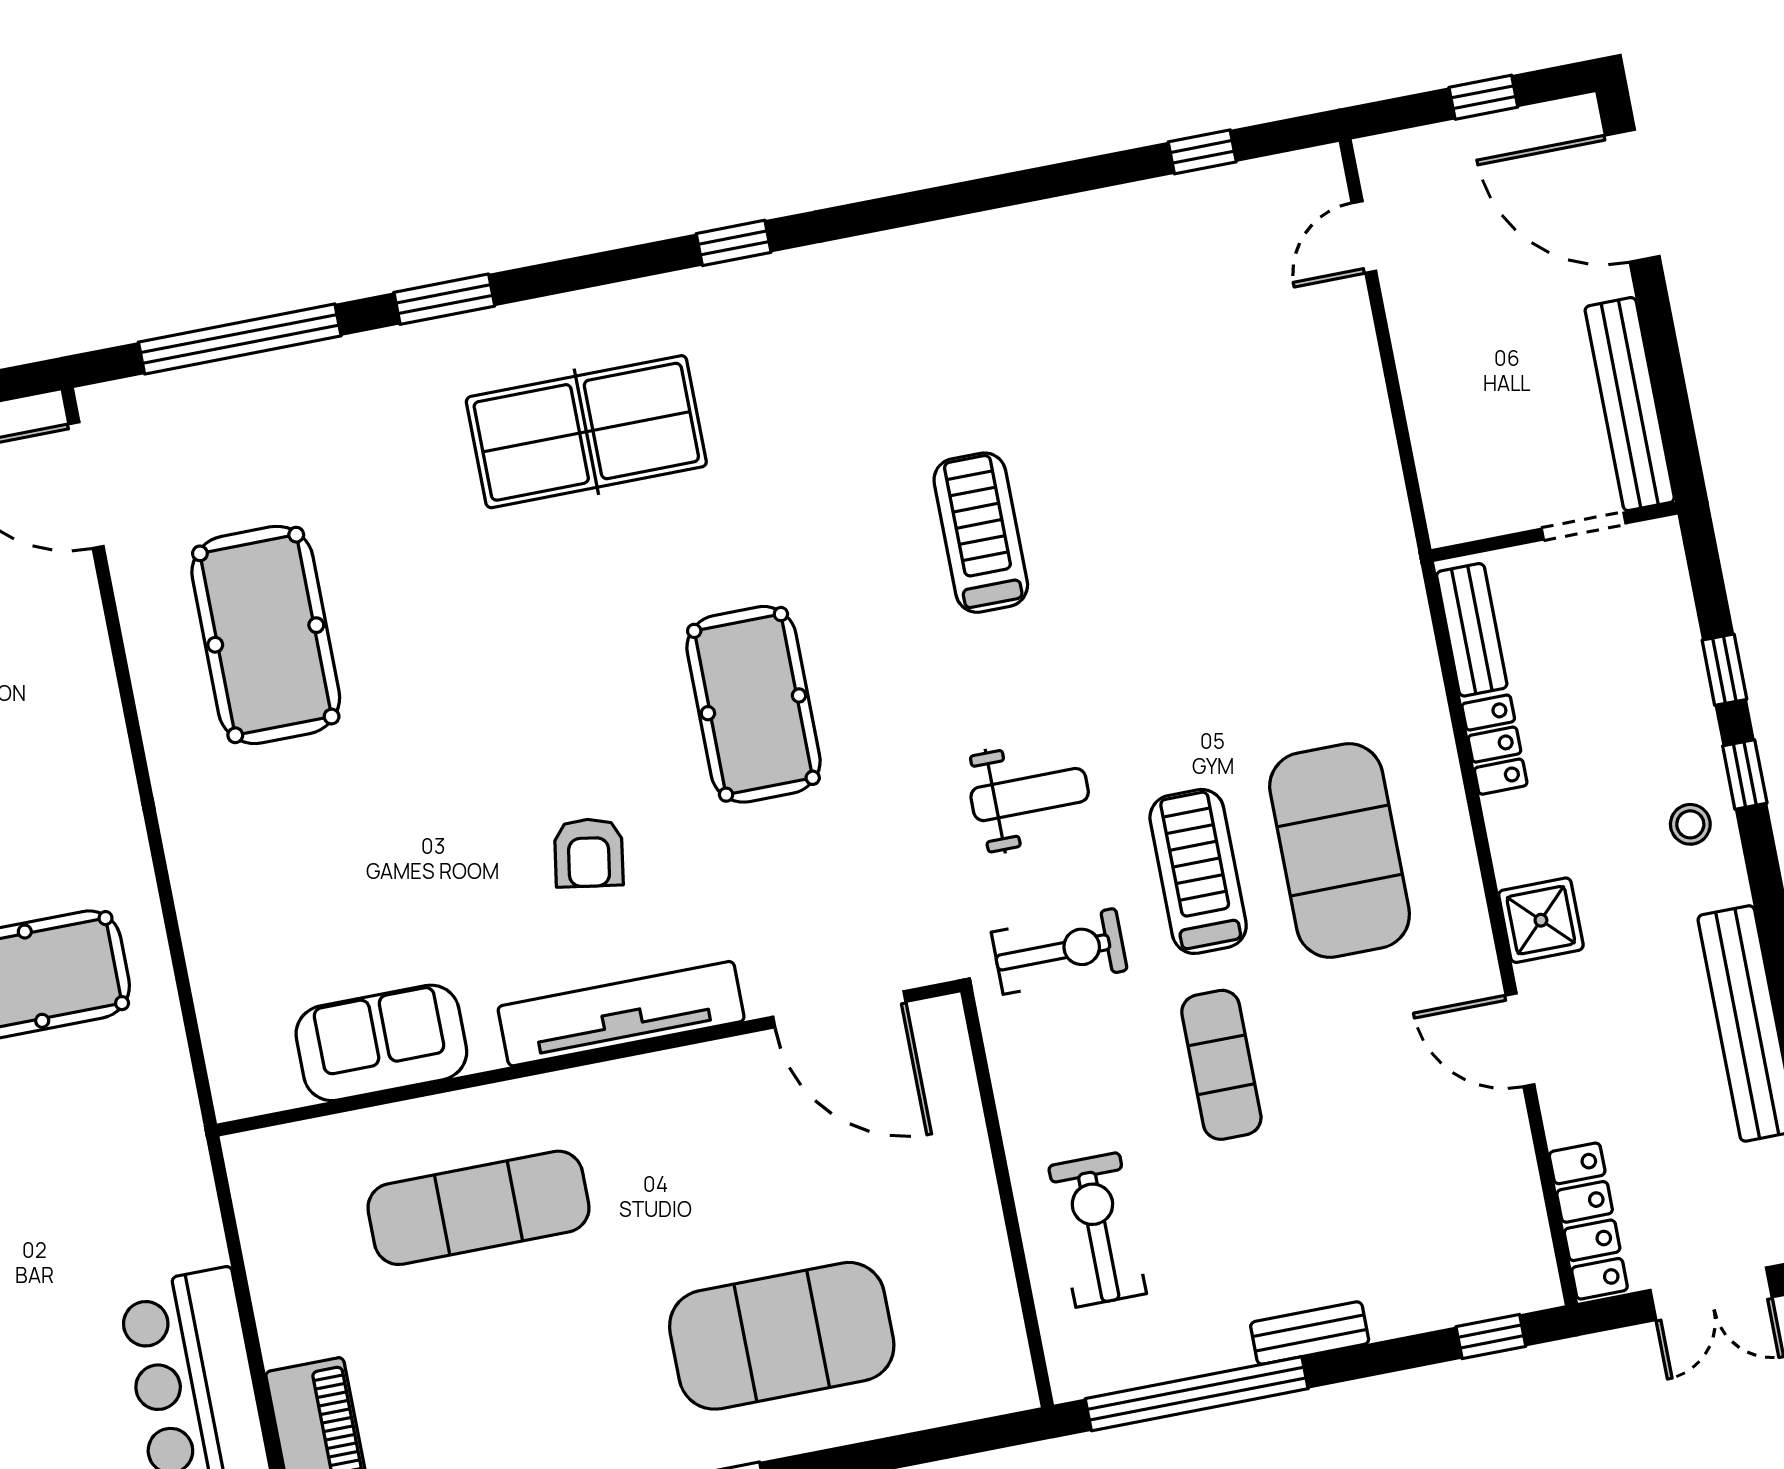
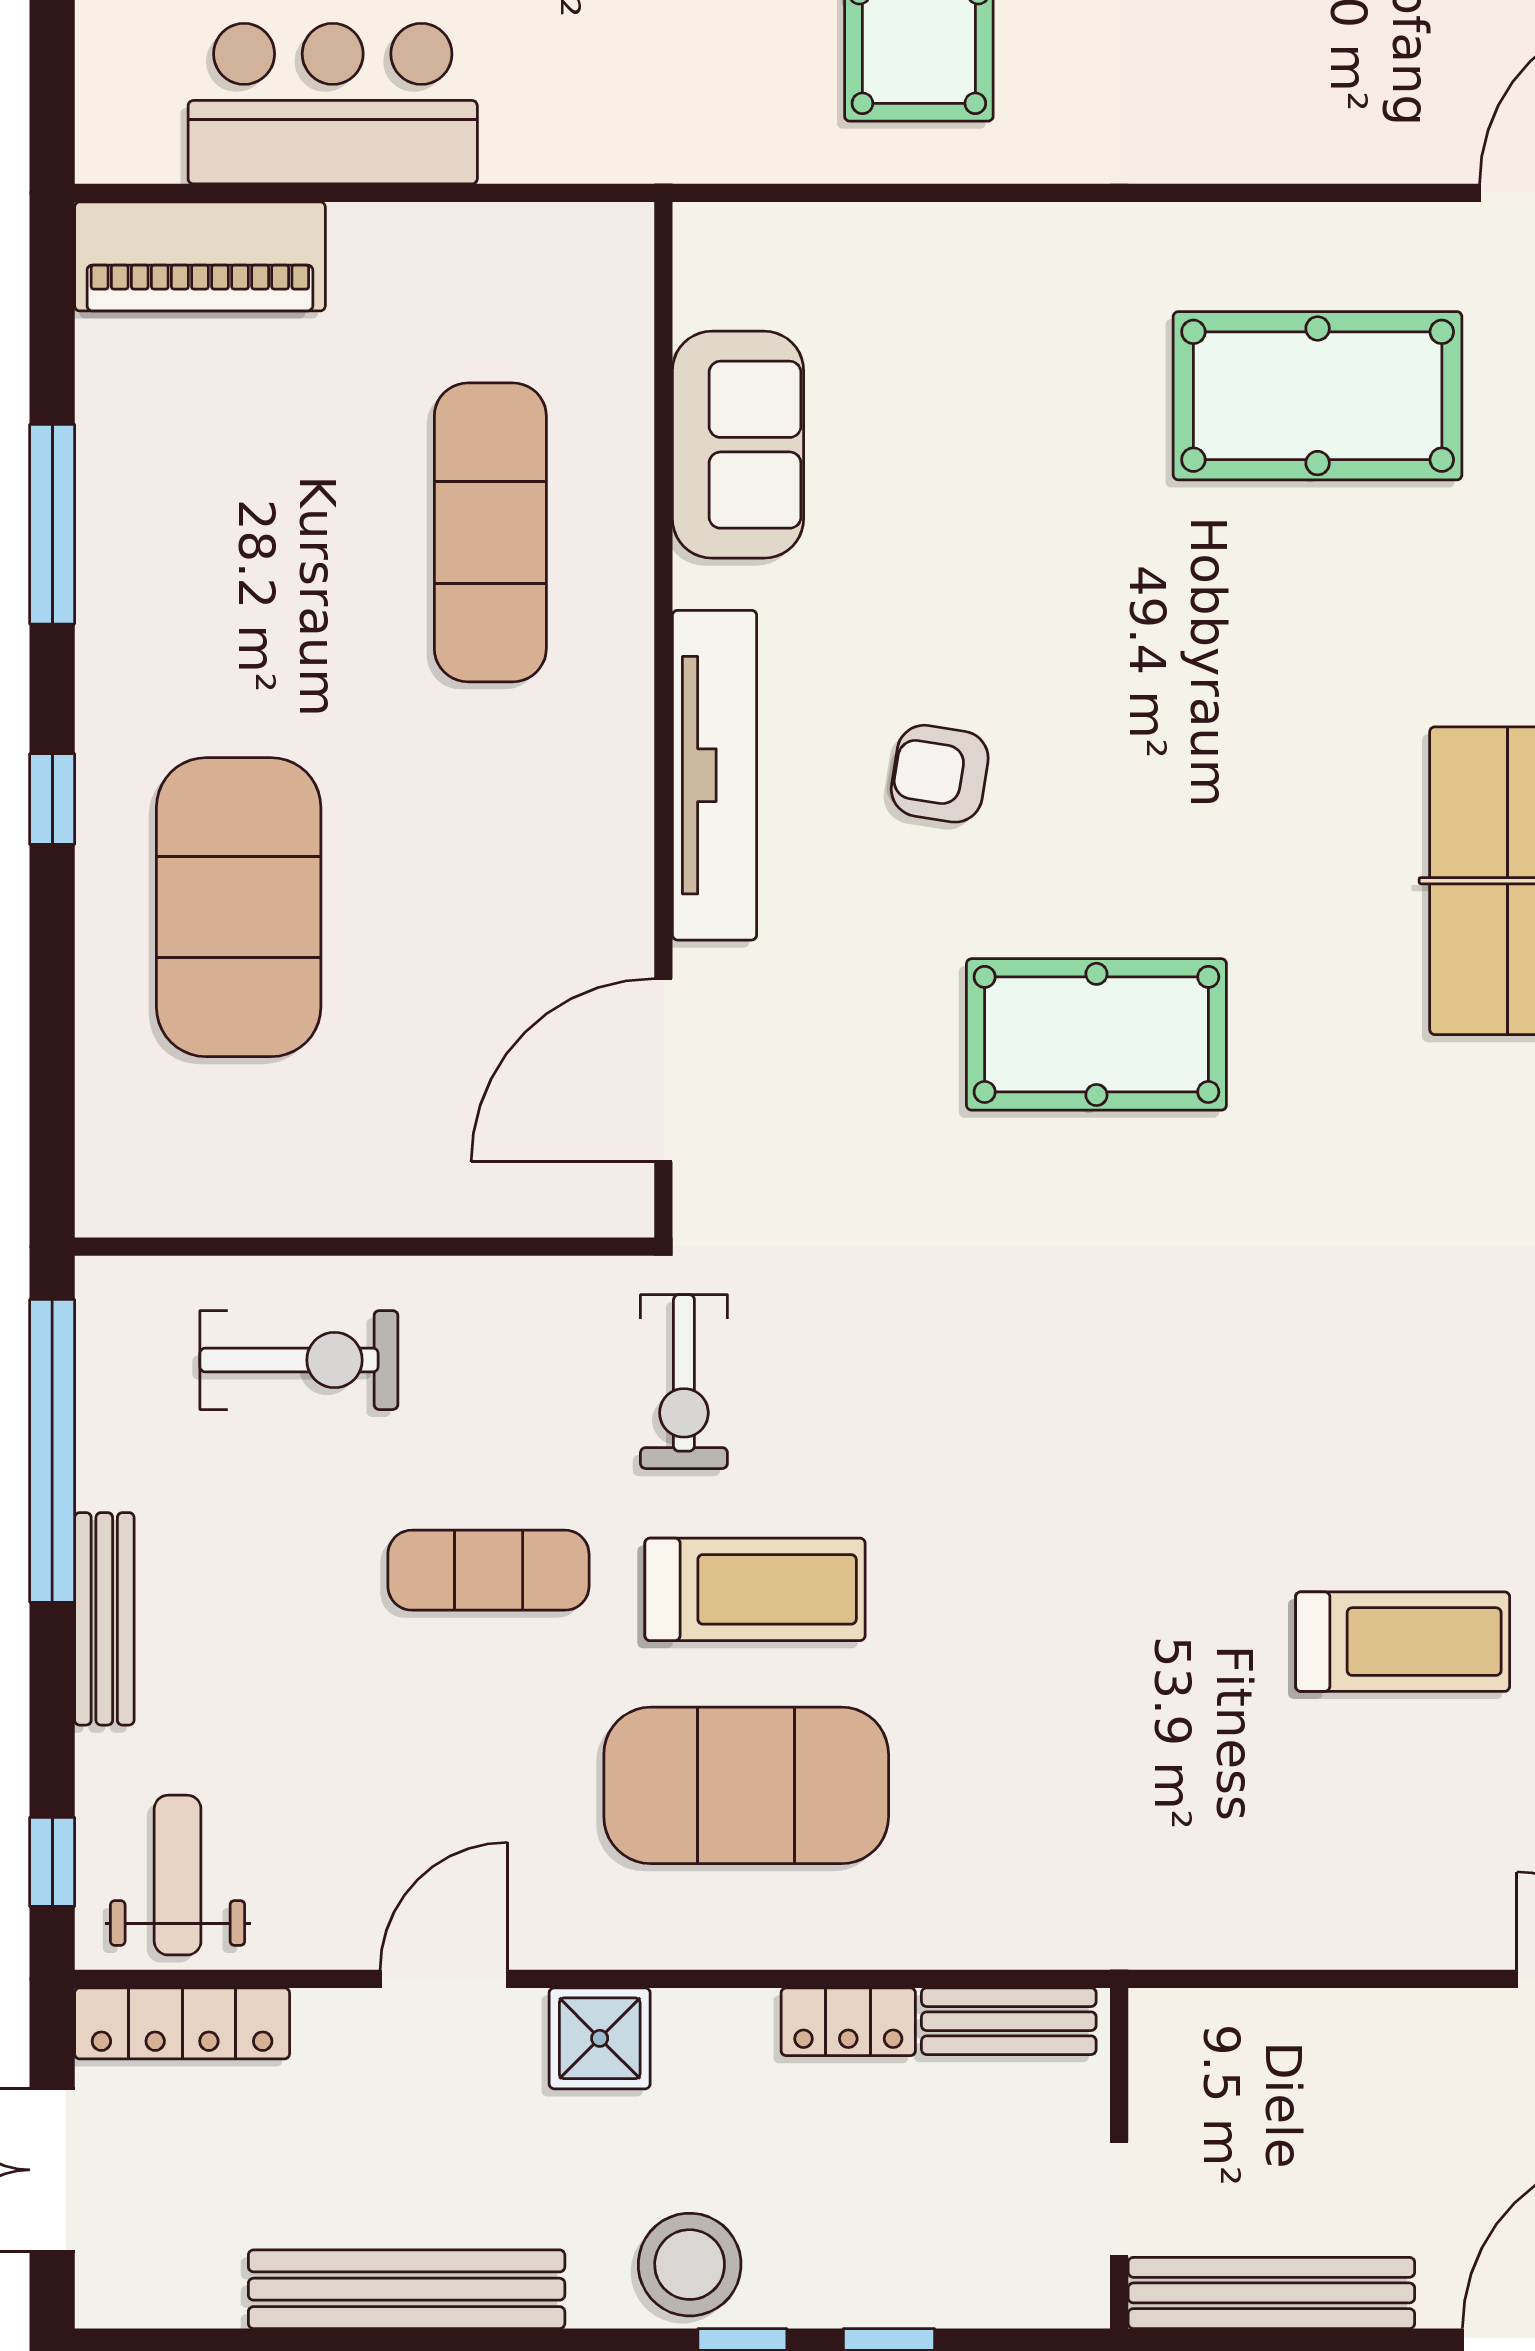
treadmill: (981, 533) -> (1403, 1642), moved
weight bench: (1030, 795) -> (178, 1875), moved, turned 180
stool: (1690, 824) -> (690, 2265), width x1.89, depth x1.89
bench: (1310, 1333) -> (104, 1619), width x1.36

